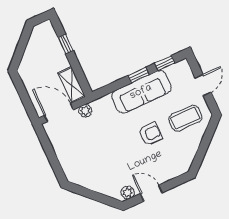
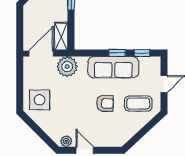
plant: (85, 111) -> (67, 66), width x1.87, depth x1.87
door: (59, 112) -> (41, 54), hinge flipped
side table: (79, 162) -> (40, 100), added

